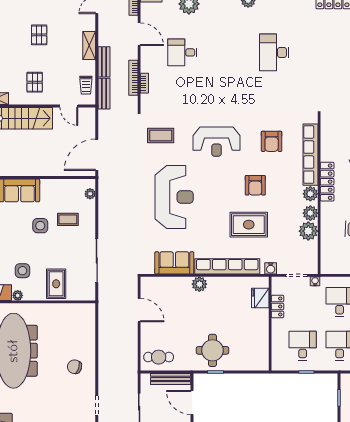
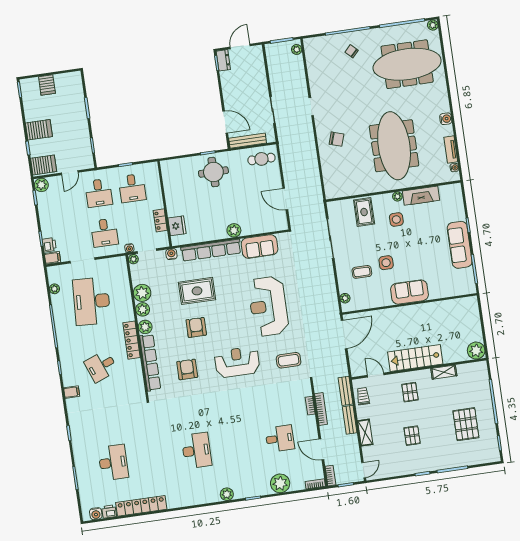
plant: (312, 269) -> (133, 259), added

